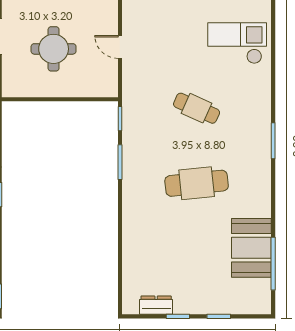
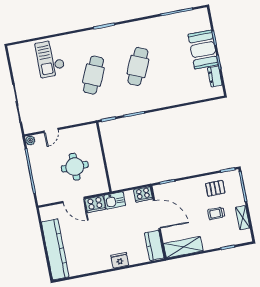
door: (120, 47) -> (51, 130), moved
cafe table: (197, 108) -> (93, 75), width x1.37, depth x1.35
cafe table: (197, 183) -> (138, 66), turned 30
booth: (251, 248) -> (203, 50), moved, turned 90

